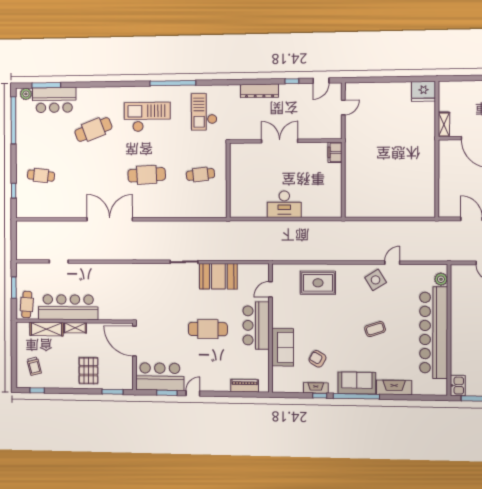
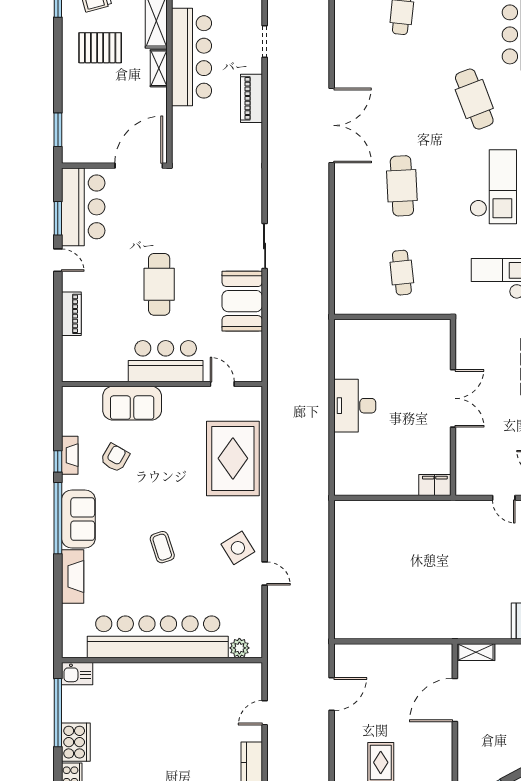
piano: (93, 270) -> (252, 98), added
rug: (318, 283) -> (233, 458), width x1.37, depth x1.44
pallet: (88, 371) -> (100, 48), moved
piano: (245, 386) -> (71, 314), moved

